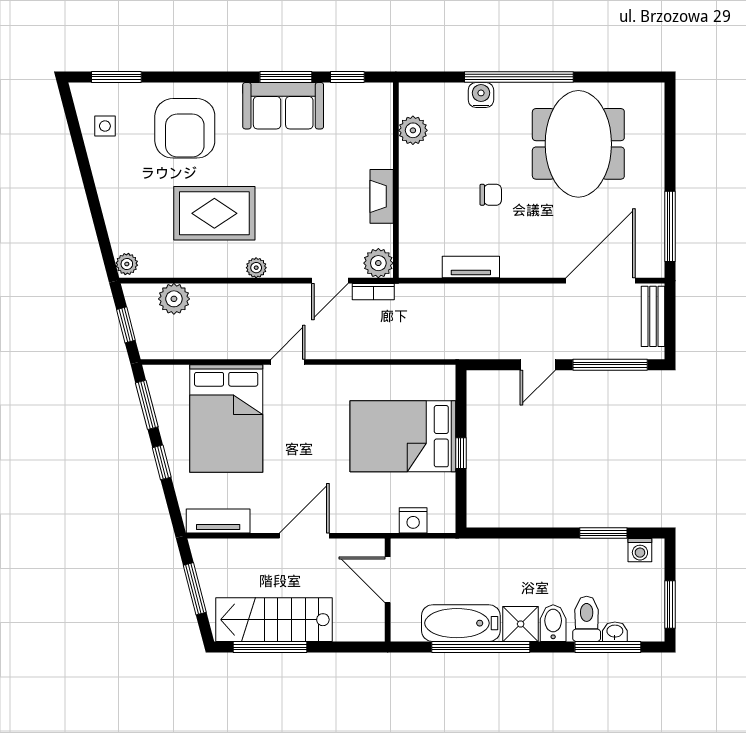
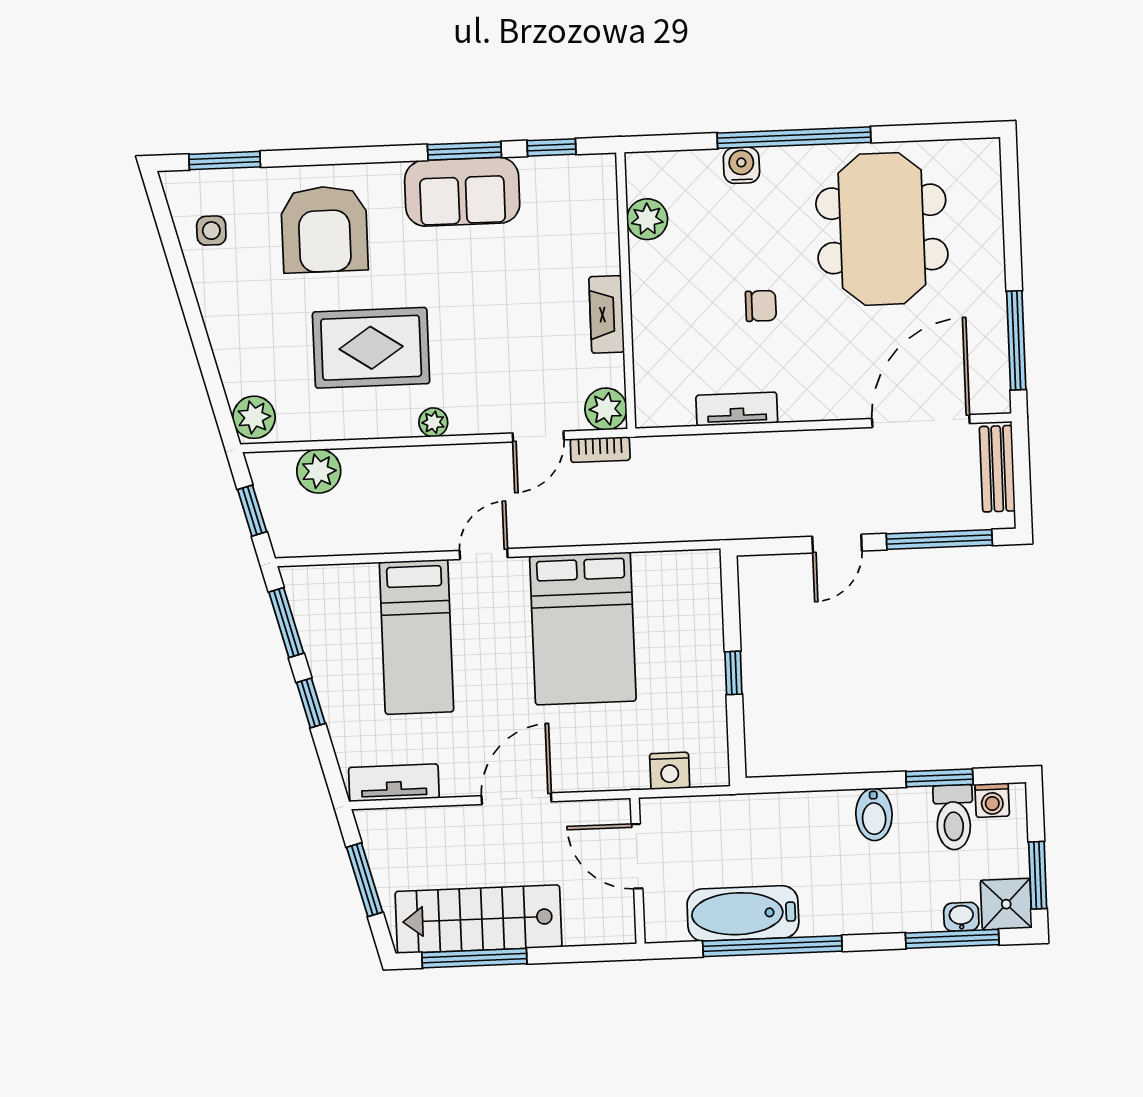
plant: (127, 264) -> (254, 417), width x1.38, depth x1.38
bed: (226, 419) -> (417, 637), width x0.67
bed: (403, 436) -> (583, 628), moved, turned -90
toilet: (587, 619) -> (953, 817), moved, turned 180
bidet: (553, 623) -> (874, 814), moved, turned 180
shower: (521, 624) -> (1006, 904), moved

